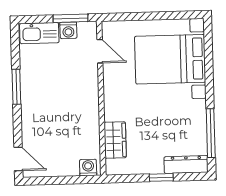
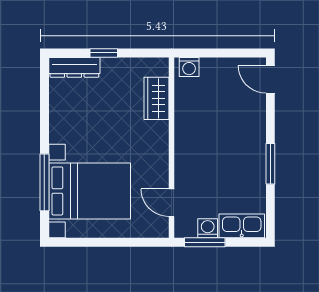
window: (211, 133) -> (44, 182), moved

